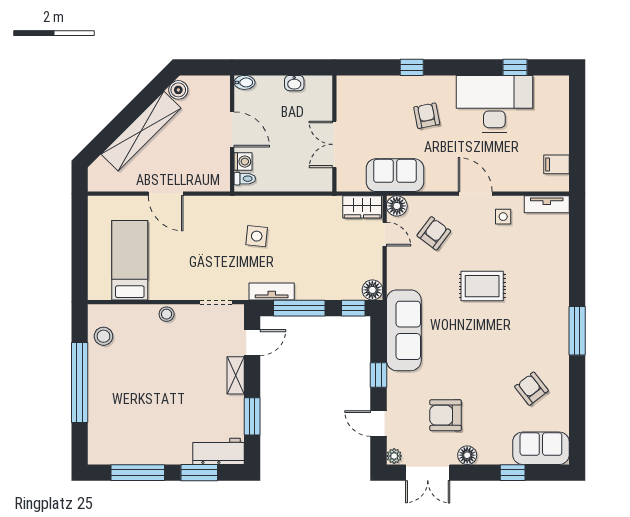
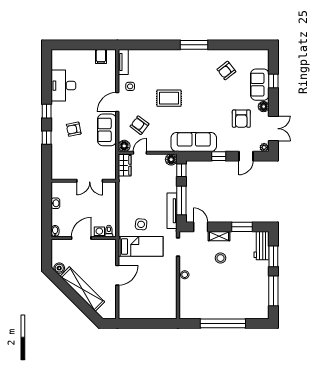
window: (515, 67) -> (47, 111), moved
desk: (494, 104) -> (63, 86), width x0.73, depth x0.77
sofa: (395, 175) -> (107, 130), moved
bed: (130, 260) -> (141, 246), moved, turned 180
rug: (482, 286) -> (169, 98), turned 90
tv unit: (272, 291) -> (172, 211), width x1.41
stool: (103, 336) -> (221, 258), moved
sofa: (541, 448) -> (260, 85), moved

